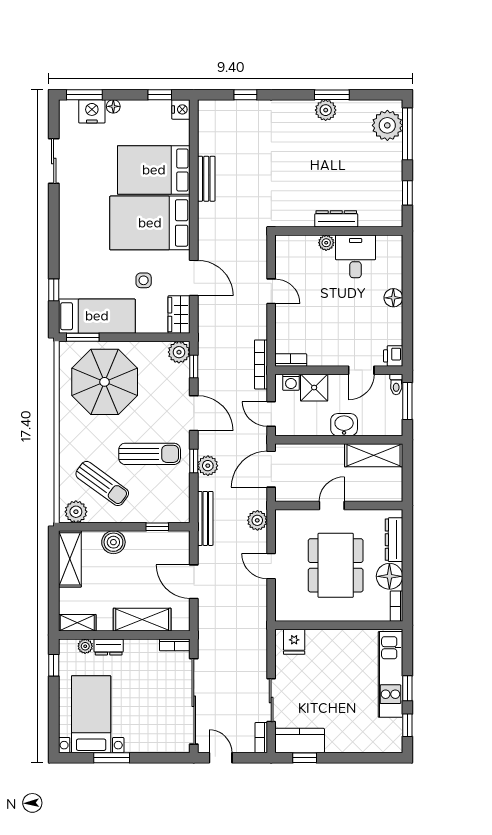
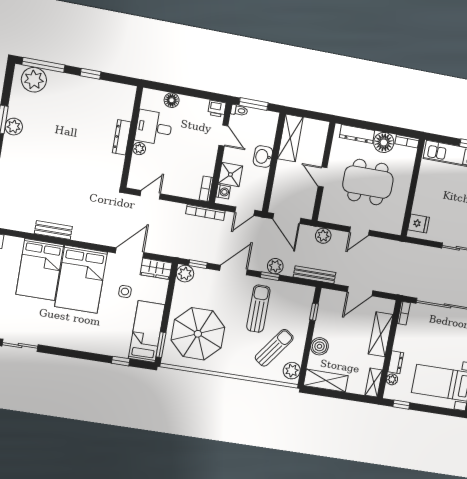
dresser: (336, 219) -> (122, 137), moved
wall: (339, 231) -> (132, 137), moved
plant: (326, 243) -> (139, 149), moved
desk: (356, 256) -> (154, 128), moved

